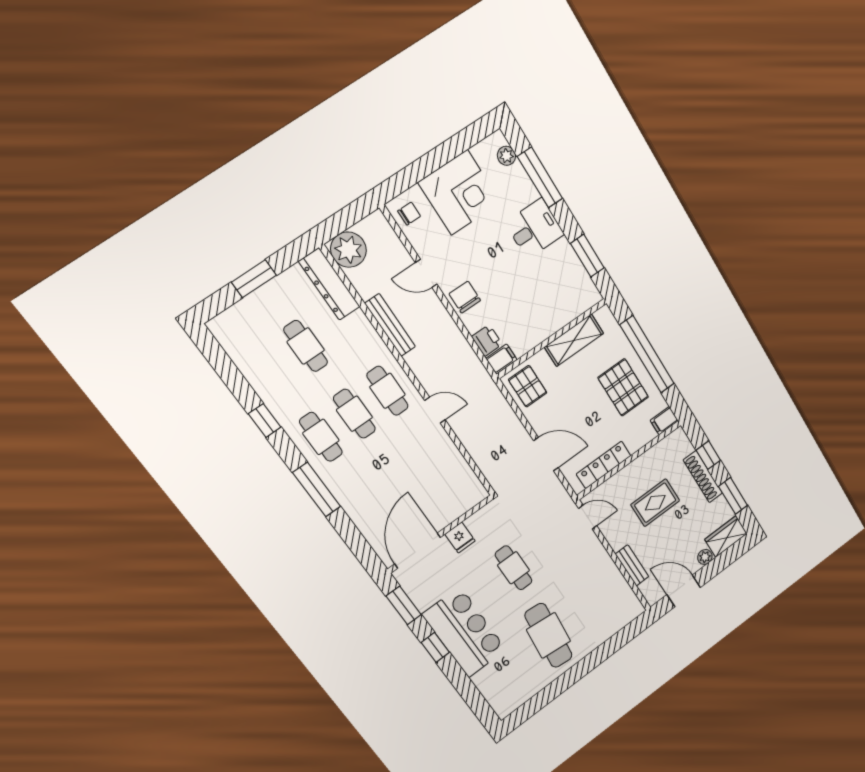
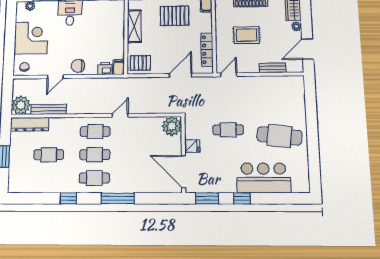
bench: (390, 325) -> (49, 109), moved
plant: (468, 492) -> (172, 126), added
rug: (655, 503) -> (247, 35), turned 90
bar counter: (464, 632) -> (264, 178), moved

